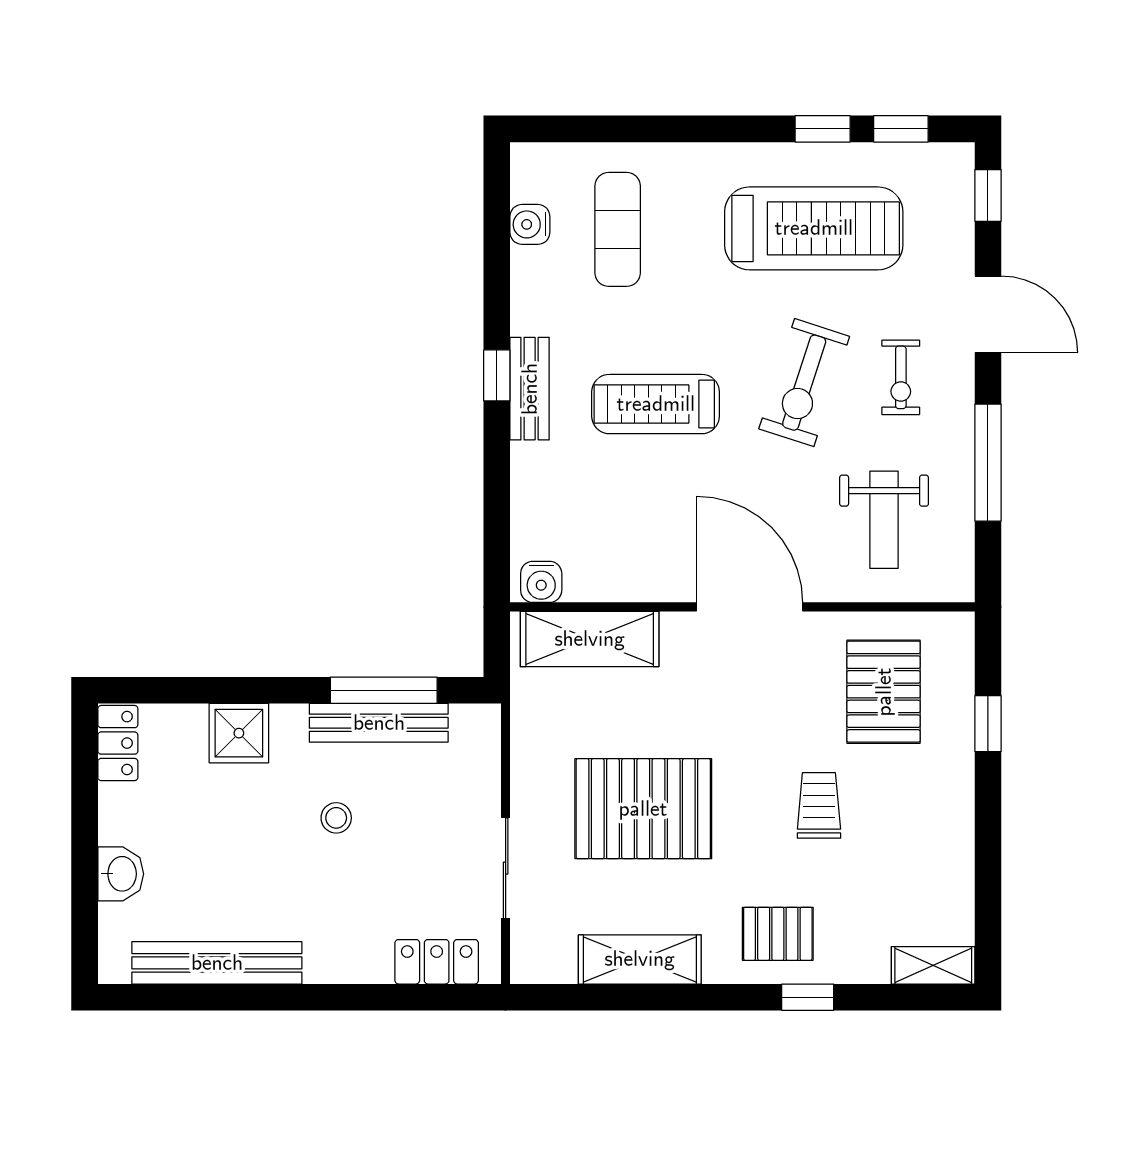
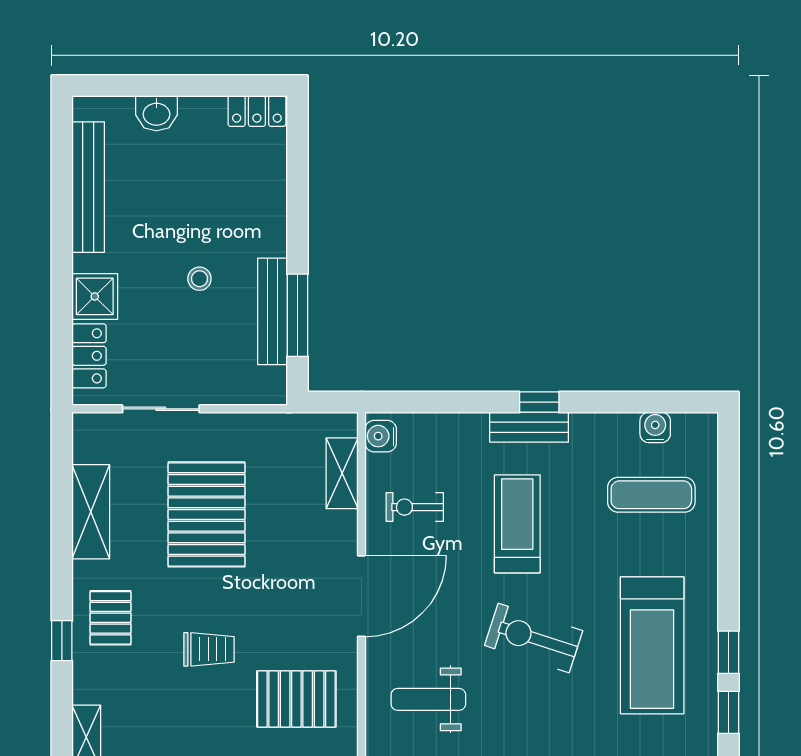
exercise bike: (901, 377) -> (415, 507), moved
shelving: (590, 639) -> (342, 473), width x0.67, depth x0.75
shower: (239, 733) -> (95, 296), moved

